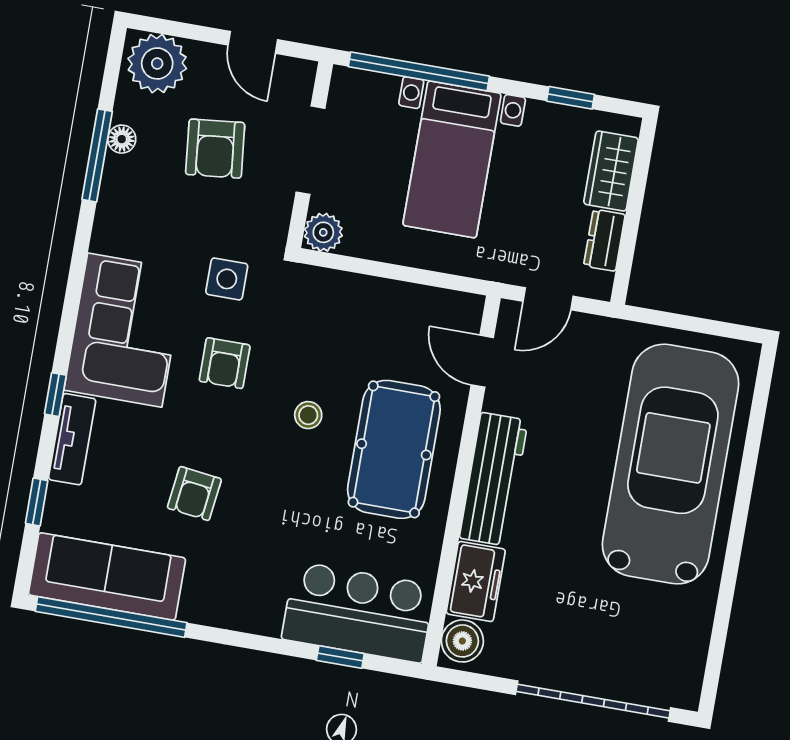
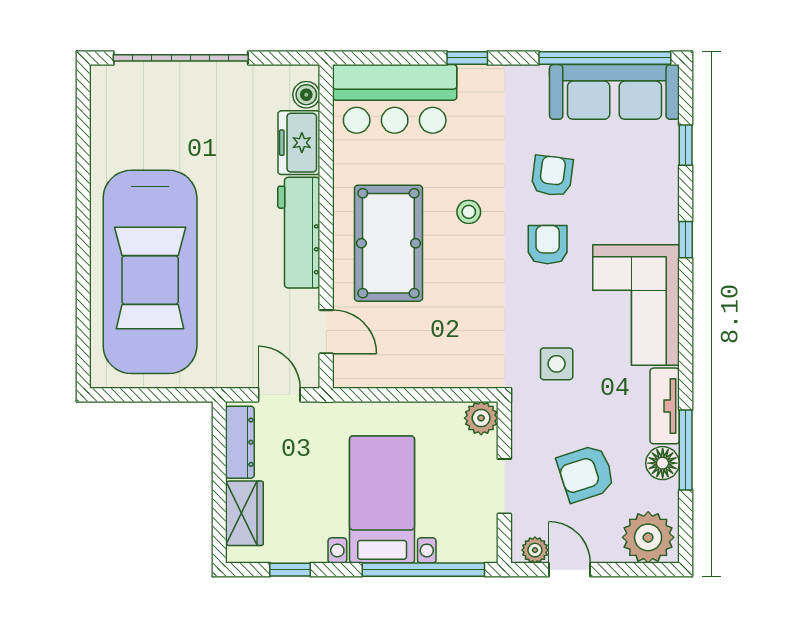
plant: (288, 72) -> (535, 550), added
floor lamp: (122, 139) -> (663, 463), width x1.37, depth x1.37
armchair: (215, 149) -> (586, 473), turned -102
doorway: (310, 150) -> (504, 486), width x0.73
dresser: (604, 240) -> (240, 442), width x1.44
door: (548, 299) -> (279, 395), hinge flipped
armchair: (225, 363) -> (548, 245), moved
stool: (308, 415) -> (469, 212), moved
tv unit: (72, 439) -> (665, 406), moved
boiler: (462, 641) -> (306, 95), width x0.73, depth x0.73
window: (340, 657) -> (467, 58), moved

